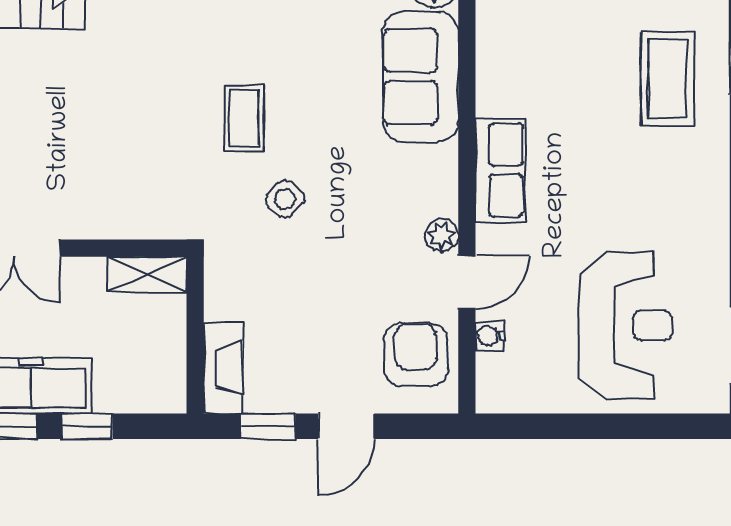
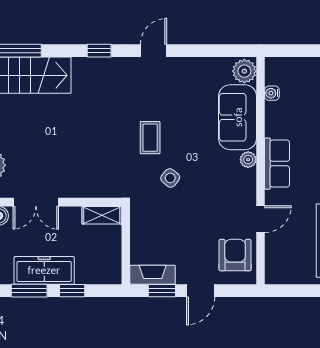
plant: (442, 235) -> (248, 160), moved
water cooler: (490, 336) -> (272, 93), moved
fireplace: (223, 368) -> (153, 275), moved, turned -90

